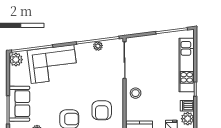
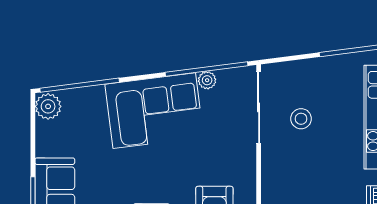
corner sofa: (52, 64) -> (154, 111), moved
stool: (136, 93) -> (301, 119), moved

